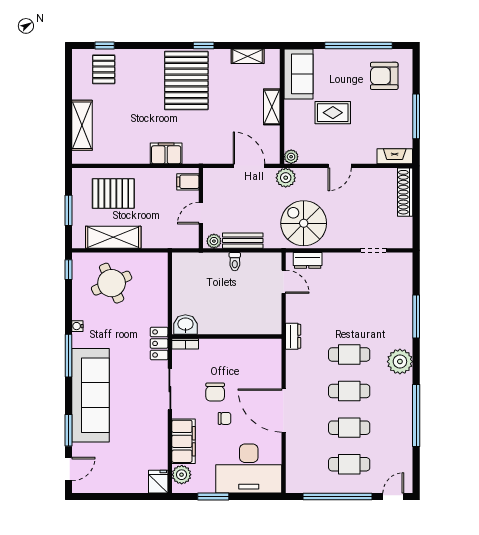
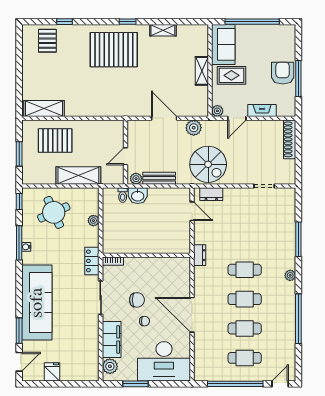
window: (105, 46) -> (65, 22), moved
sofa: (298, 74) -> (223, 44), moved
armchair: (384, 76) -> (283, 73), moved, turned 90
pallet: (186, 80) -> (114, 50), turned 90
wall: (282, 106) -> (210, 70), moved
shelving: (272, 107) -> (202, 71), moved
shelving: (82, 125) -> (44, 108), moved, turned 90
filing cabinet: (166, 153) -> (98, 108), removed
fireplace: (395, 156) -> (262, 110), moved
plant: (291, 157) -> (217, 111), moved
filing cabinet: (188, 182) -> (115, 131), removed
spiral stairs: (304, 223) -> (208, 164), turned 180
shelving: (113, 237) -> (78, 176), moved
toilet: (235, 262) -> (123, 195), moved
plant: (161, 293) -> (93, 221), added
washbasin: (185, 325) -> (138, 196), moved, turned 180
window: (69, 356) -> (19, 243), moved
plant: (400, 362) -> (290, 275), width x0.53, depth x0.53
chair: (215, 392) -> (137, 300), turned -90
fridge: (158, 482) -> (52, 372), moved

